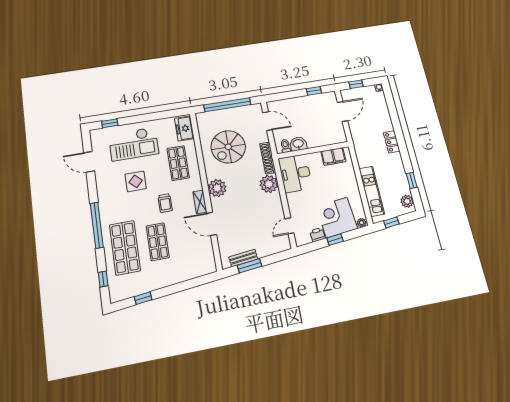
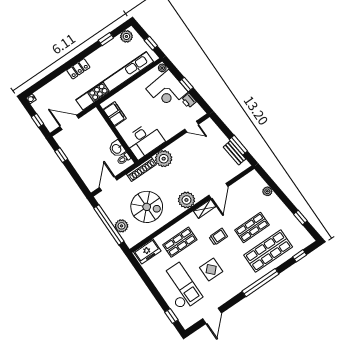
plant: (221, 116) -> (121, 226), added
kitchen unit: (372, 191) -> (115, 81), width x1.86
plant: (187, 275) -> (267, 191), added

